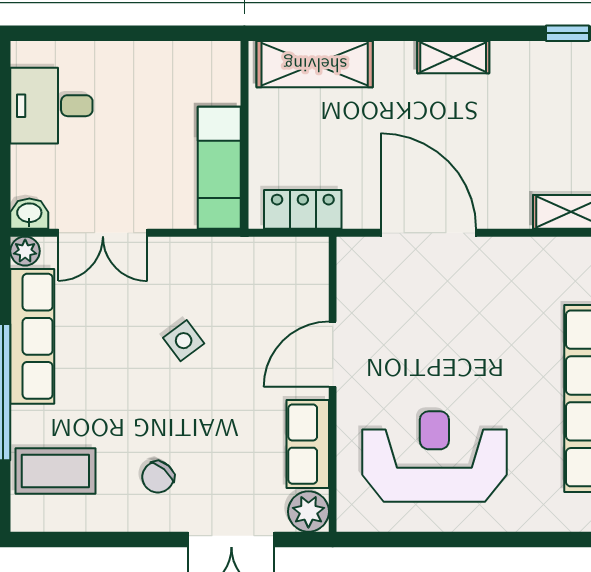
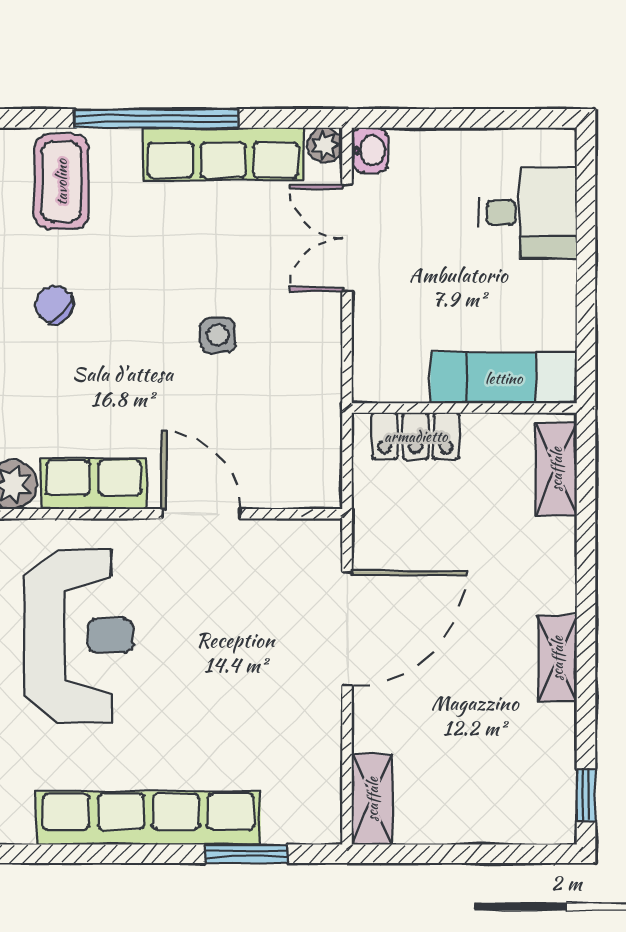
shelving: (315, 64) -> (556, 469), width x0.67, depth x0.75
desk: (51, 106) -> (528, 213), moved, turned 90
exam couch: (219, 168) -> (504, 378), moved
locker: (303, 209) -> (416, 436), moved, turned 90
side table: (184, 341) -> (218, 335), turned 37

